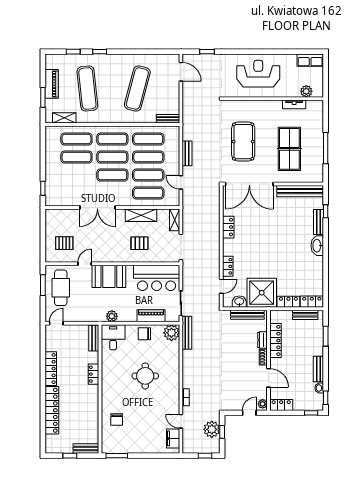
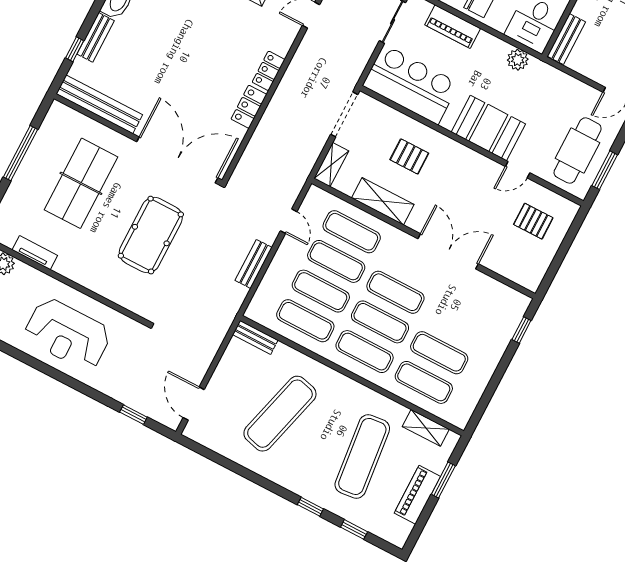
locker: (228, 266) -> (269, 71), moved

